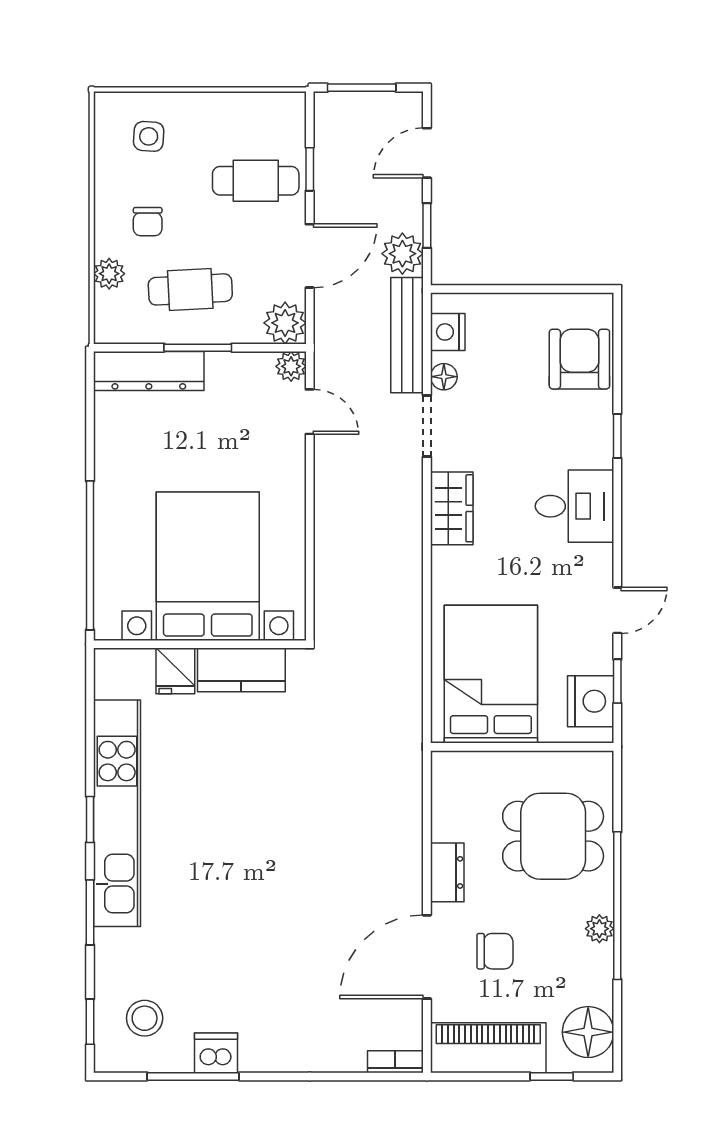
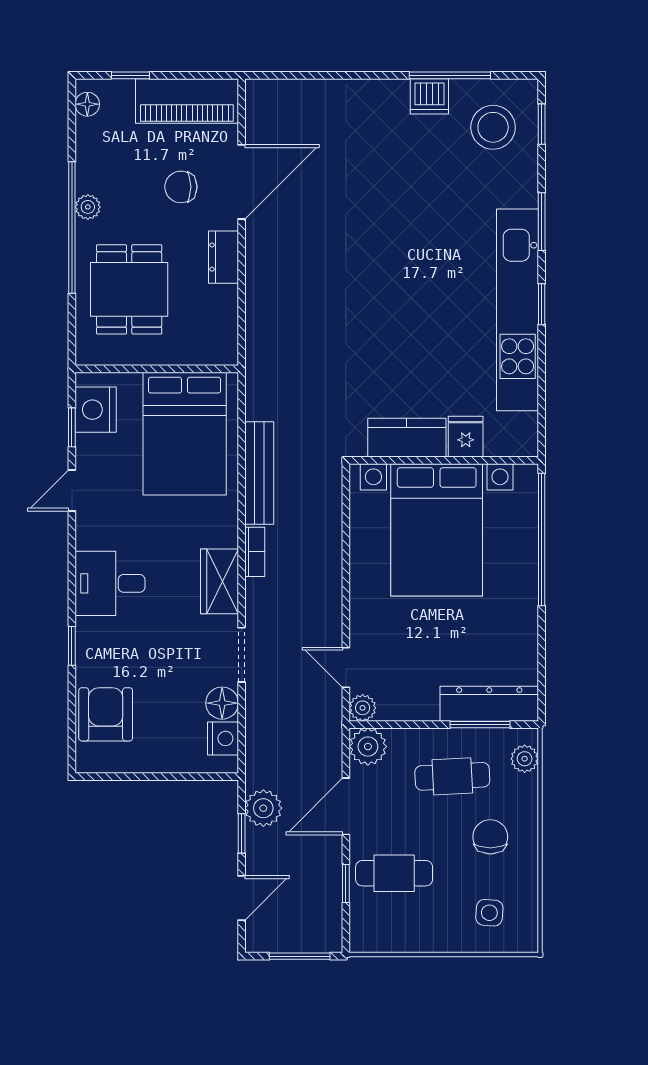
chair: (148, 222) -> (490, 837), width x1.37, depth x1.37
plant: (109, 274) -> (525, 759), moved
bench: (407, 335) -> (259, 473), moved
window: (198, 348) -> (480, 725), moved
armchair: (579, 359) -> (106, 714), turned 180
floor lamp: (444, 377) -> (222, 703), width x1.37, depth x1.37
dining table: (553, 836) -> (129, 289), turned 90
stool: (145, 1018) -> (493, 127), width x1.38, depth x1.38
floor lamp: (588, 1032) -> (87, 104), width x0.53, depth x0.53
bookcase: (395, 1062) -> (255, 552), moved, turned -90

